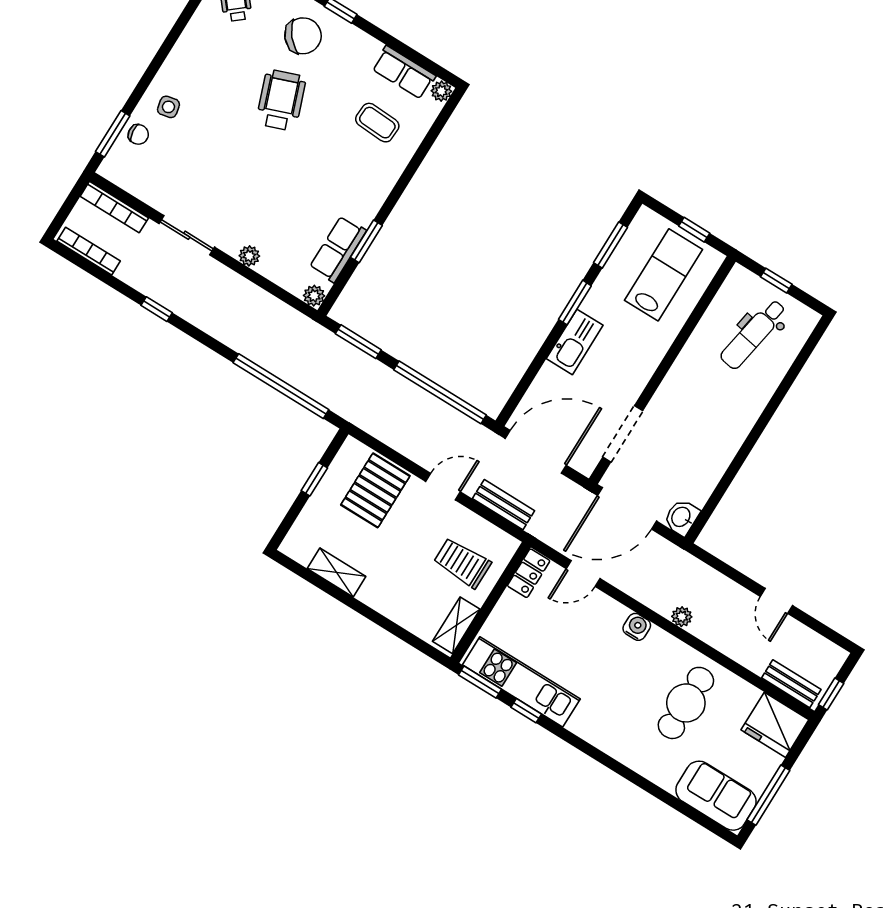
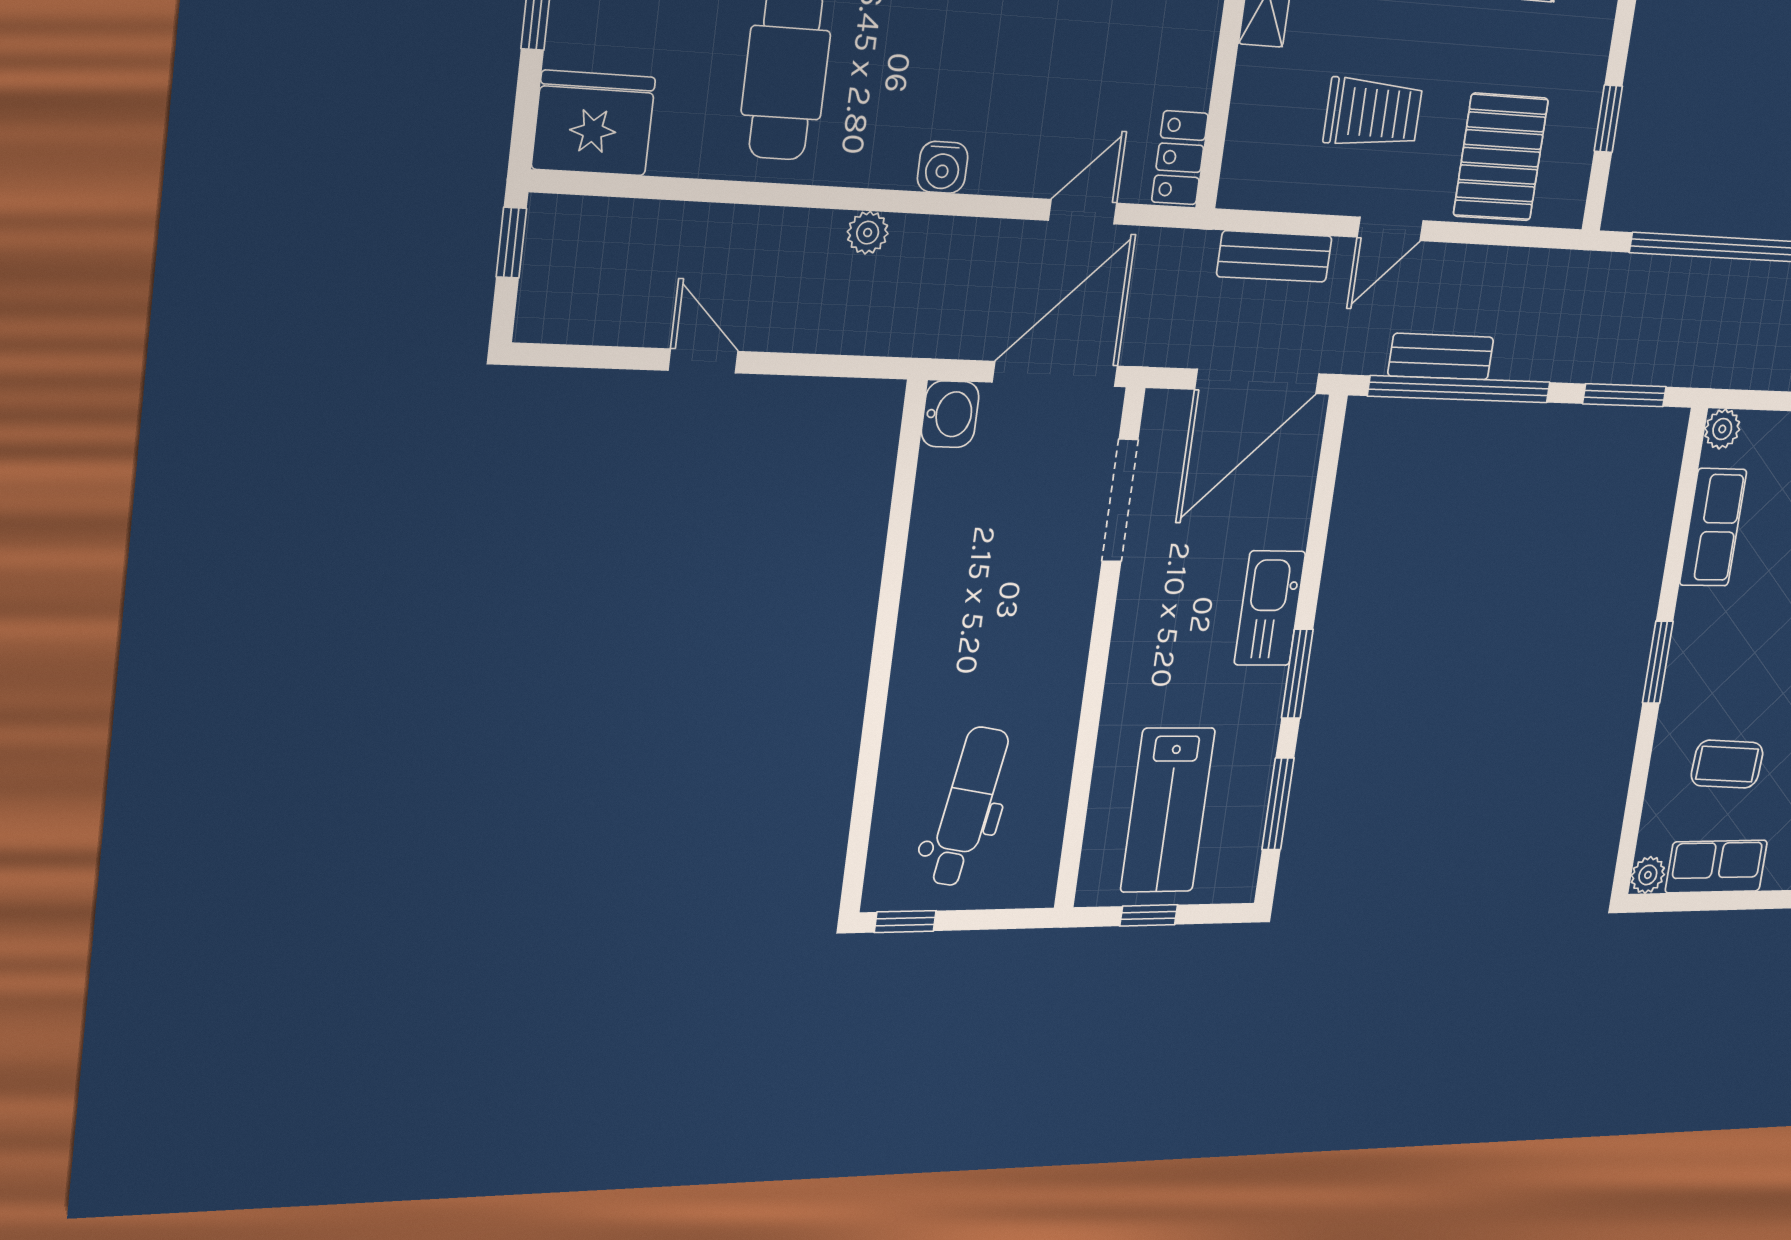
window: (366, 241) -> (1658, 662), moved
window: (776, 281) -> (905, 922), moved
trolley: (462, 563) -> (1373, 113), moved
bench: (791, 684) -> (1441, 357), moved

